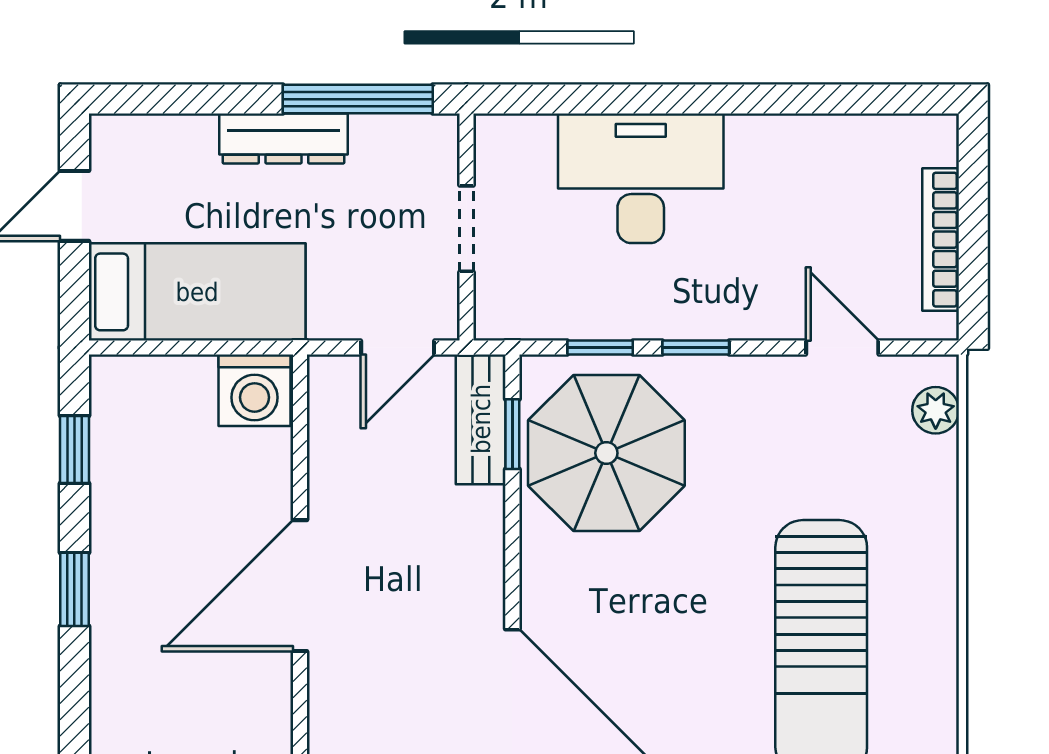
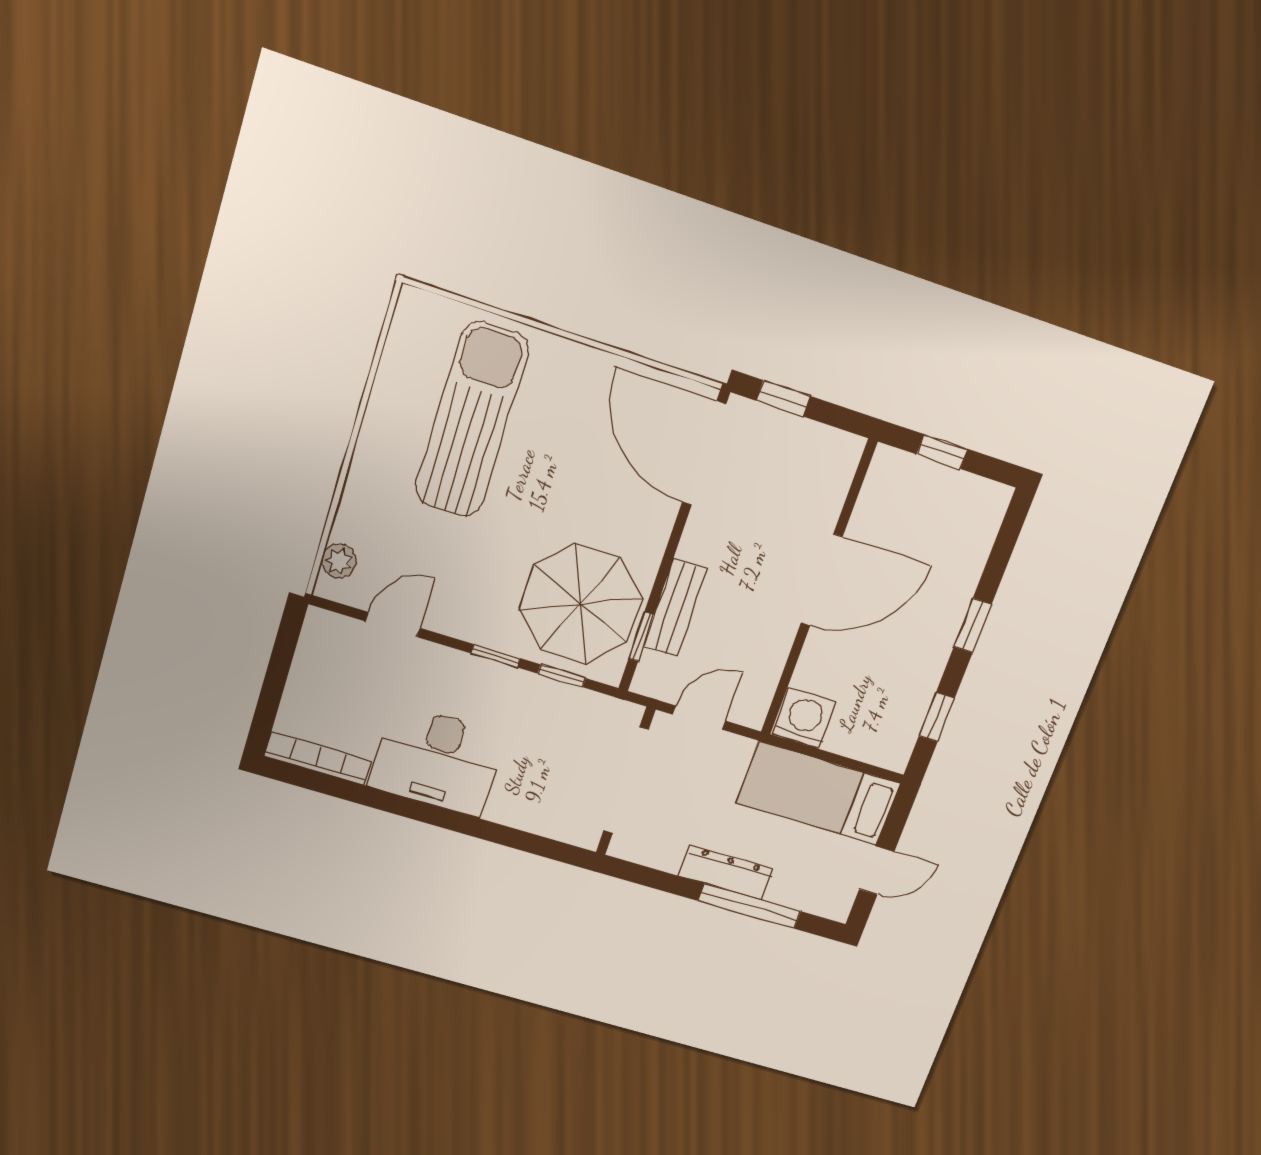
window: (358, 99) -> (749, 906), moved
desk: (641, 178) -> (437, 760), moved
doorway: (466, 229) -> (626, 780), width x1.87
bookcase: (941, 240) -> (318, 759), moved, turned -90
door: (842, 348) -> (393, 625), swing flipped
bench: (481, 419) -> (675, 608), moved

